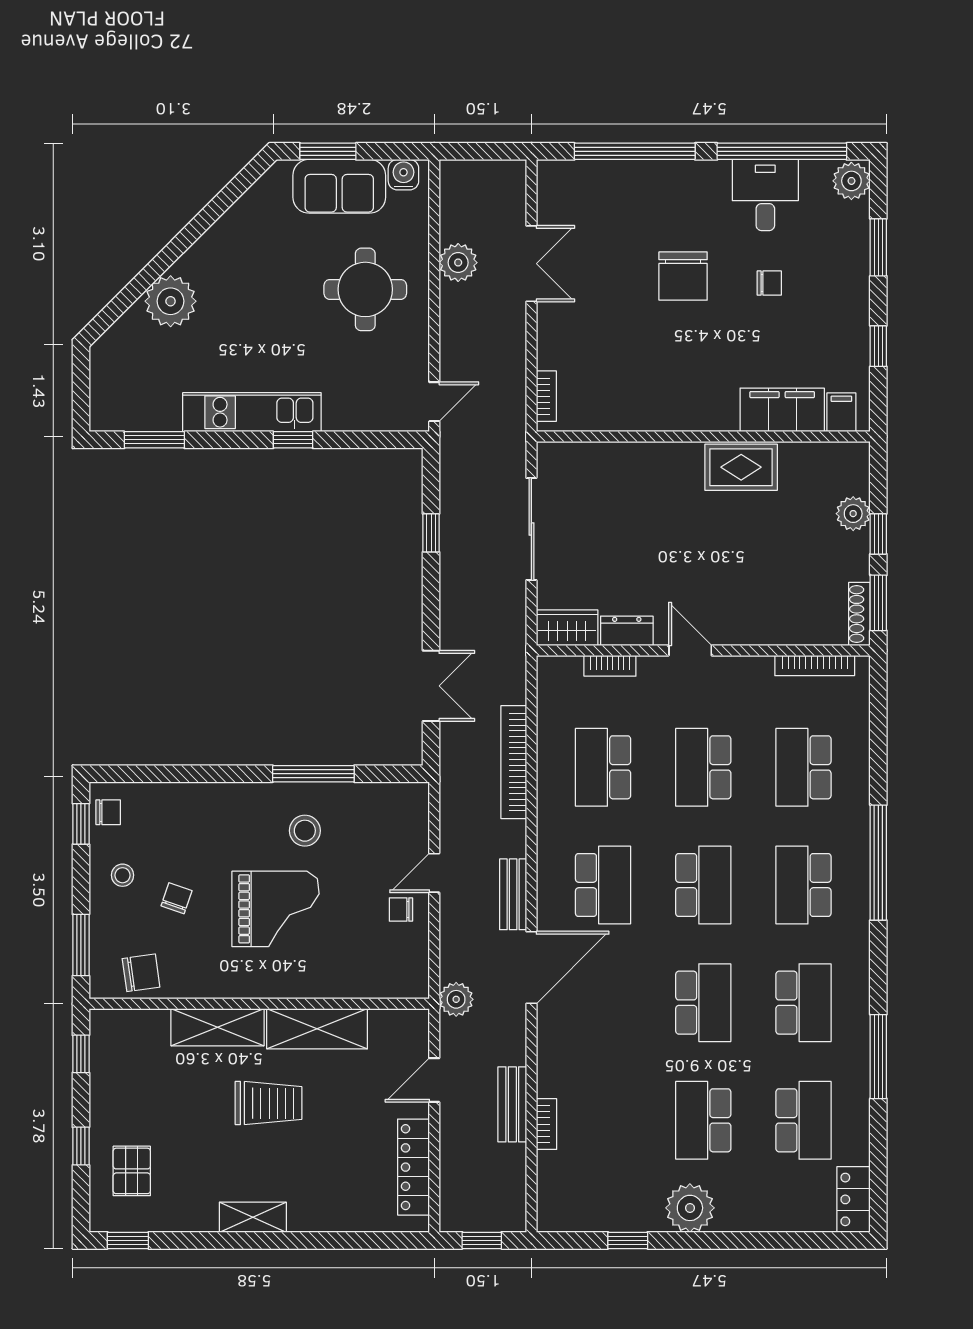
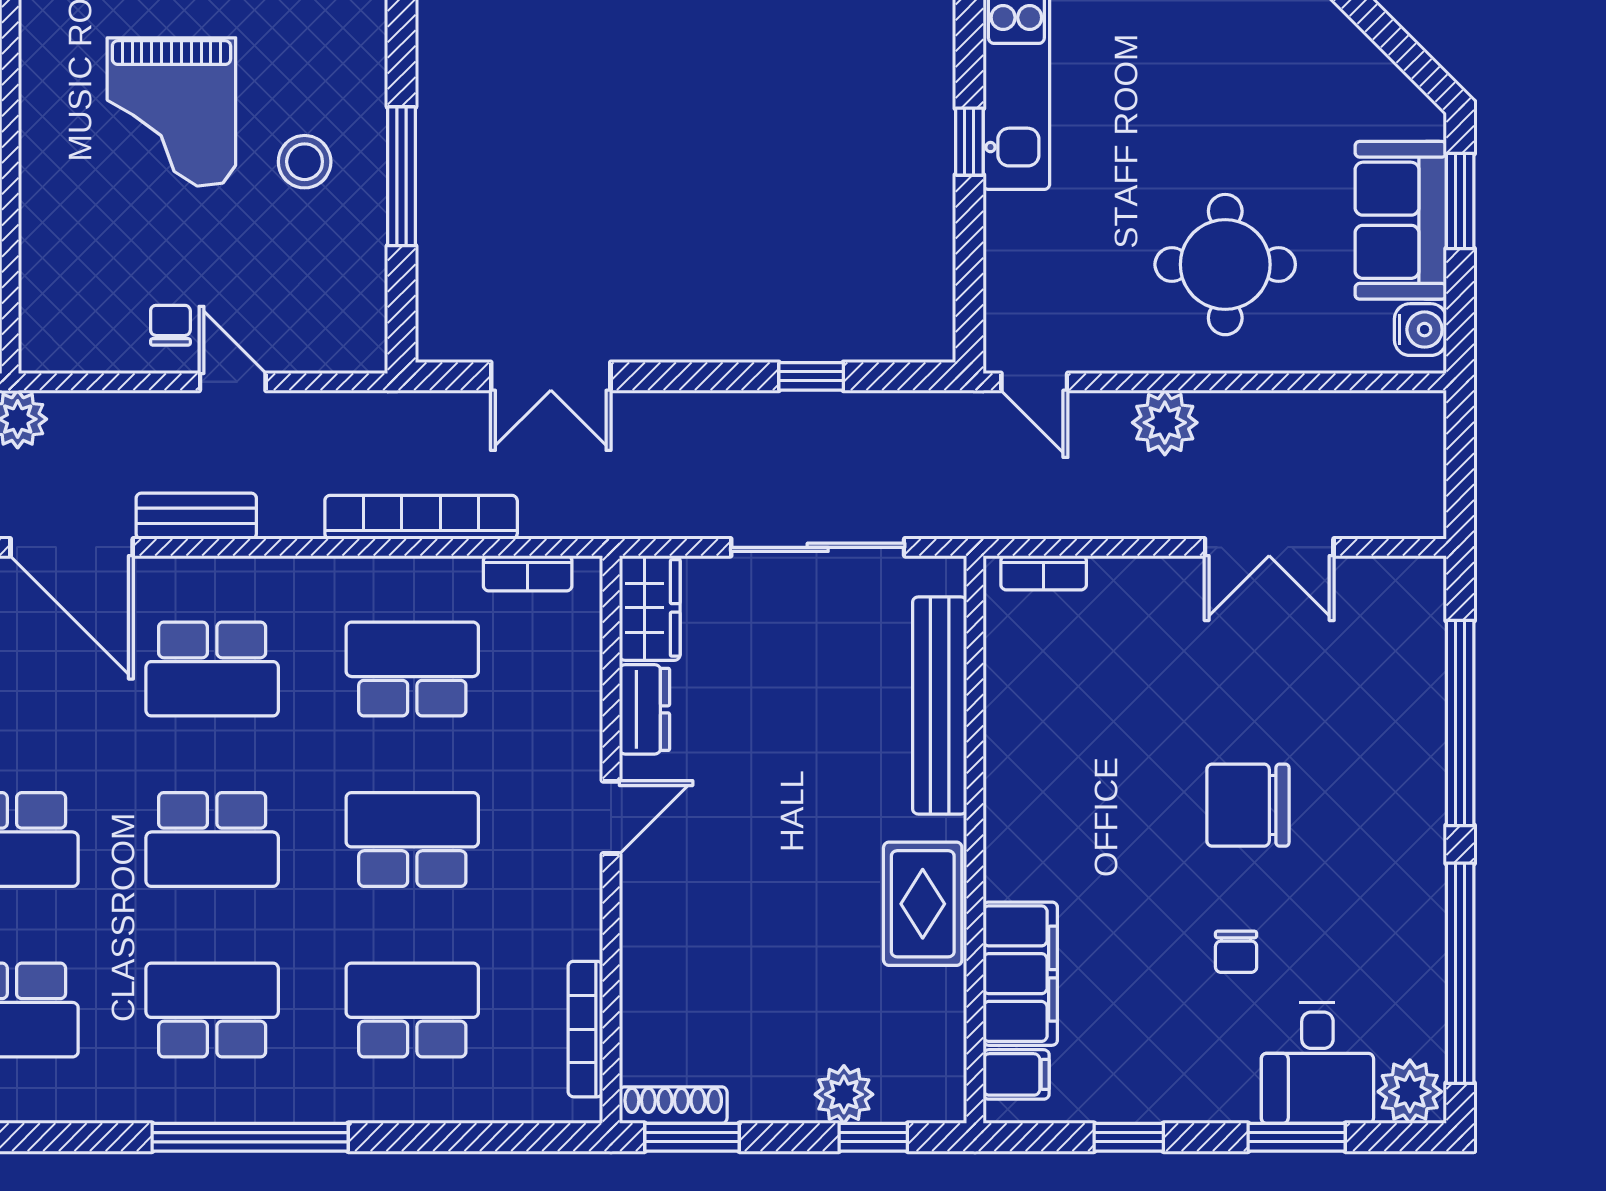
desk: (765, 195) -> (1317, 1063), moved, turned 90
plant: (458, 263) -> (1165, 423), moved
bench: (624, 457) -> (940, 705), added
window: (878, 534) -> (873, 1137), moved
bookcase: (610, 666) -> (528, 573), moved, turned -90

